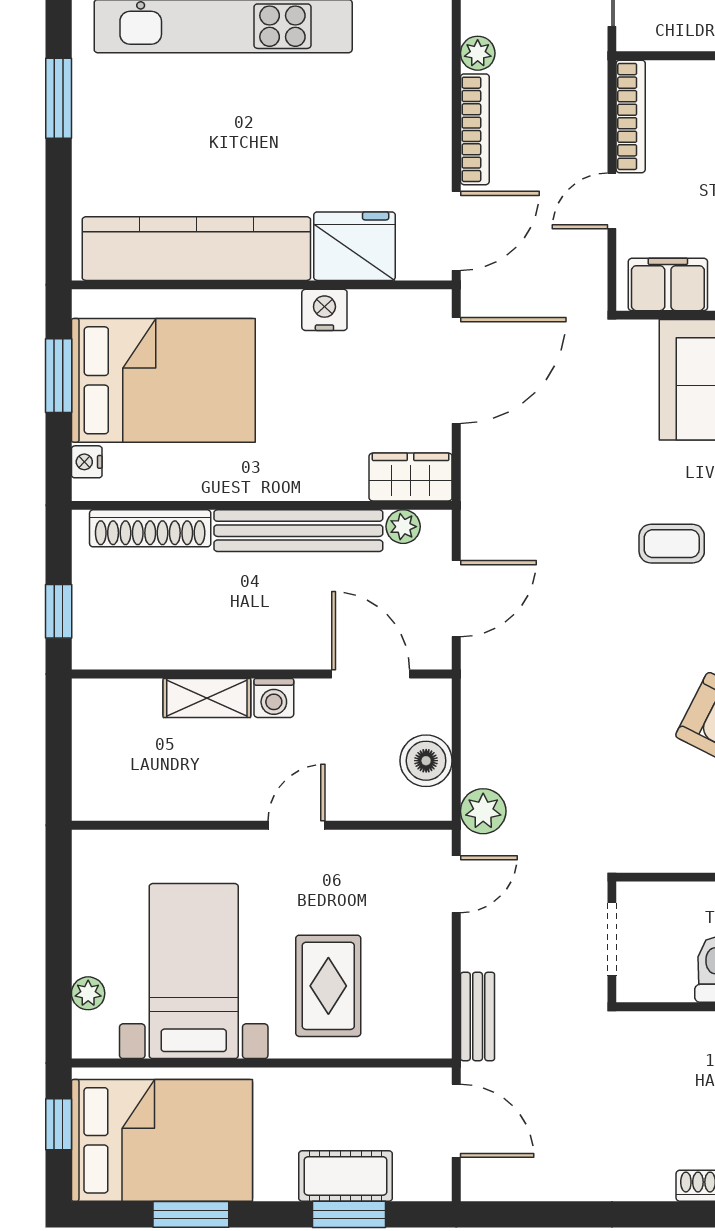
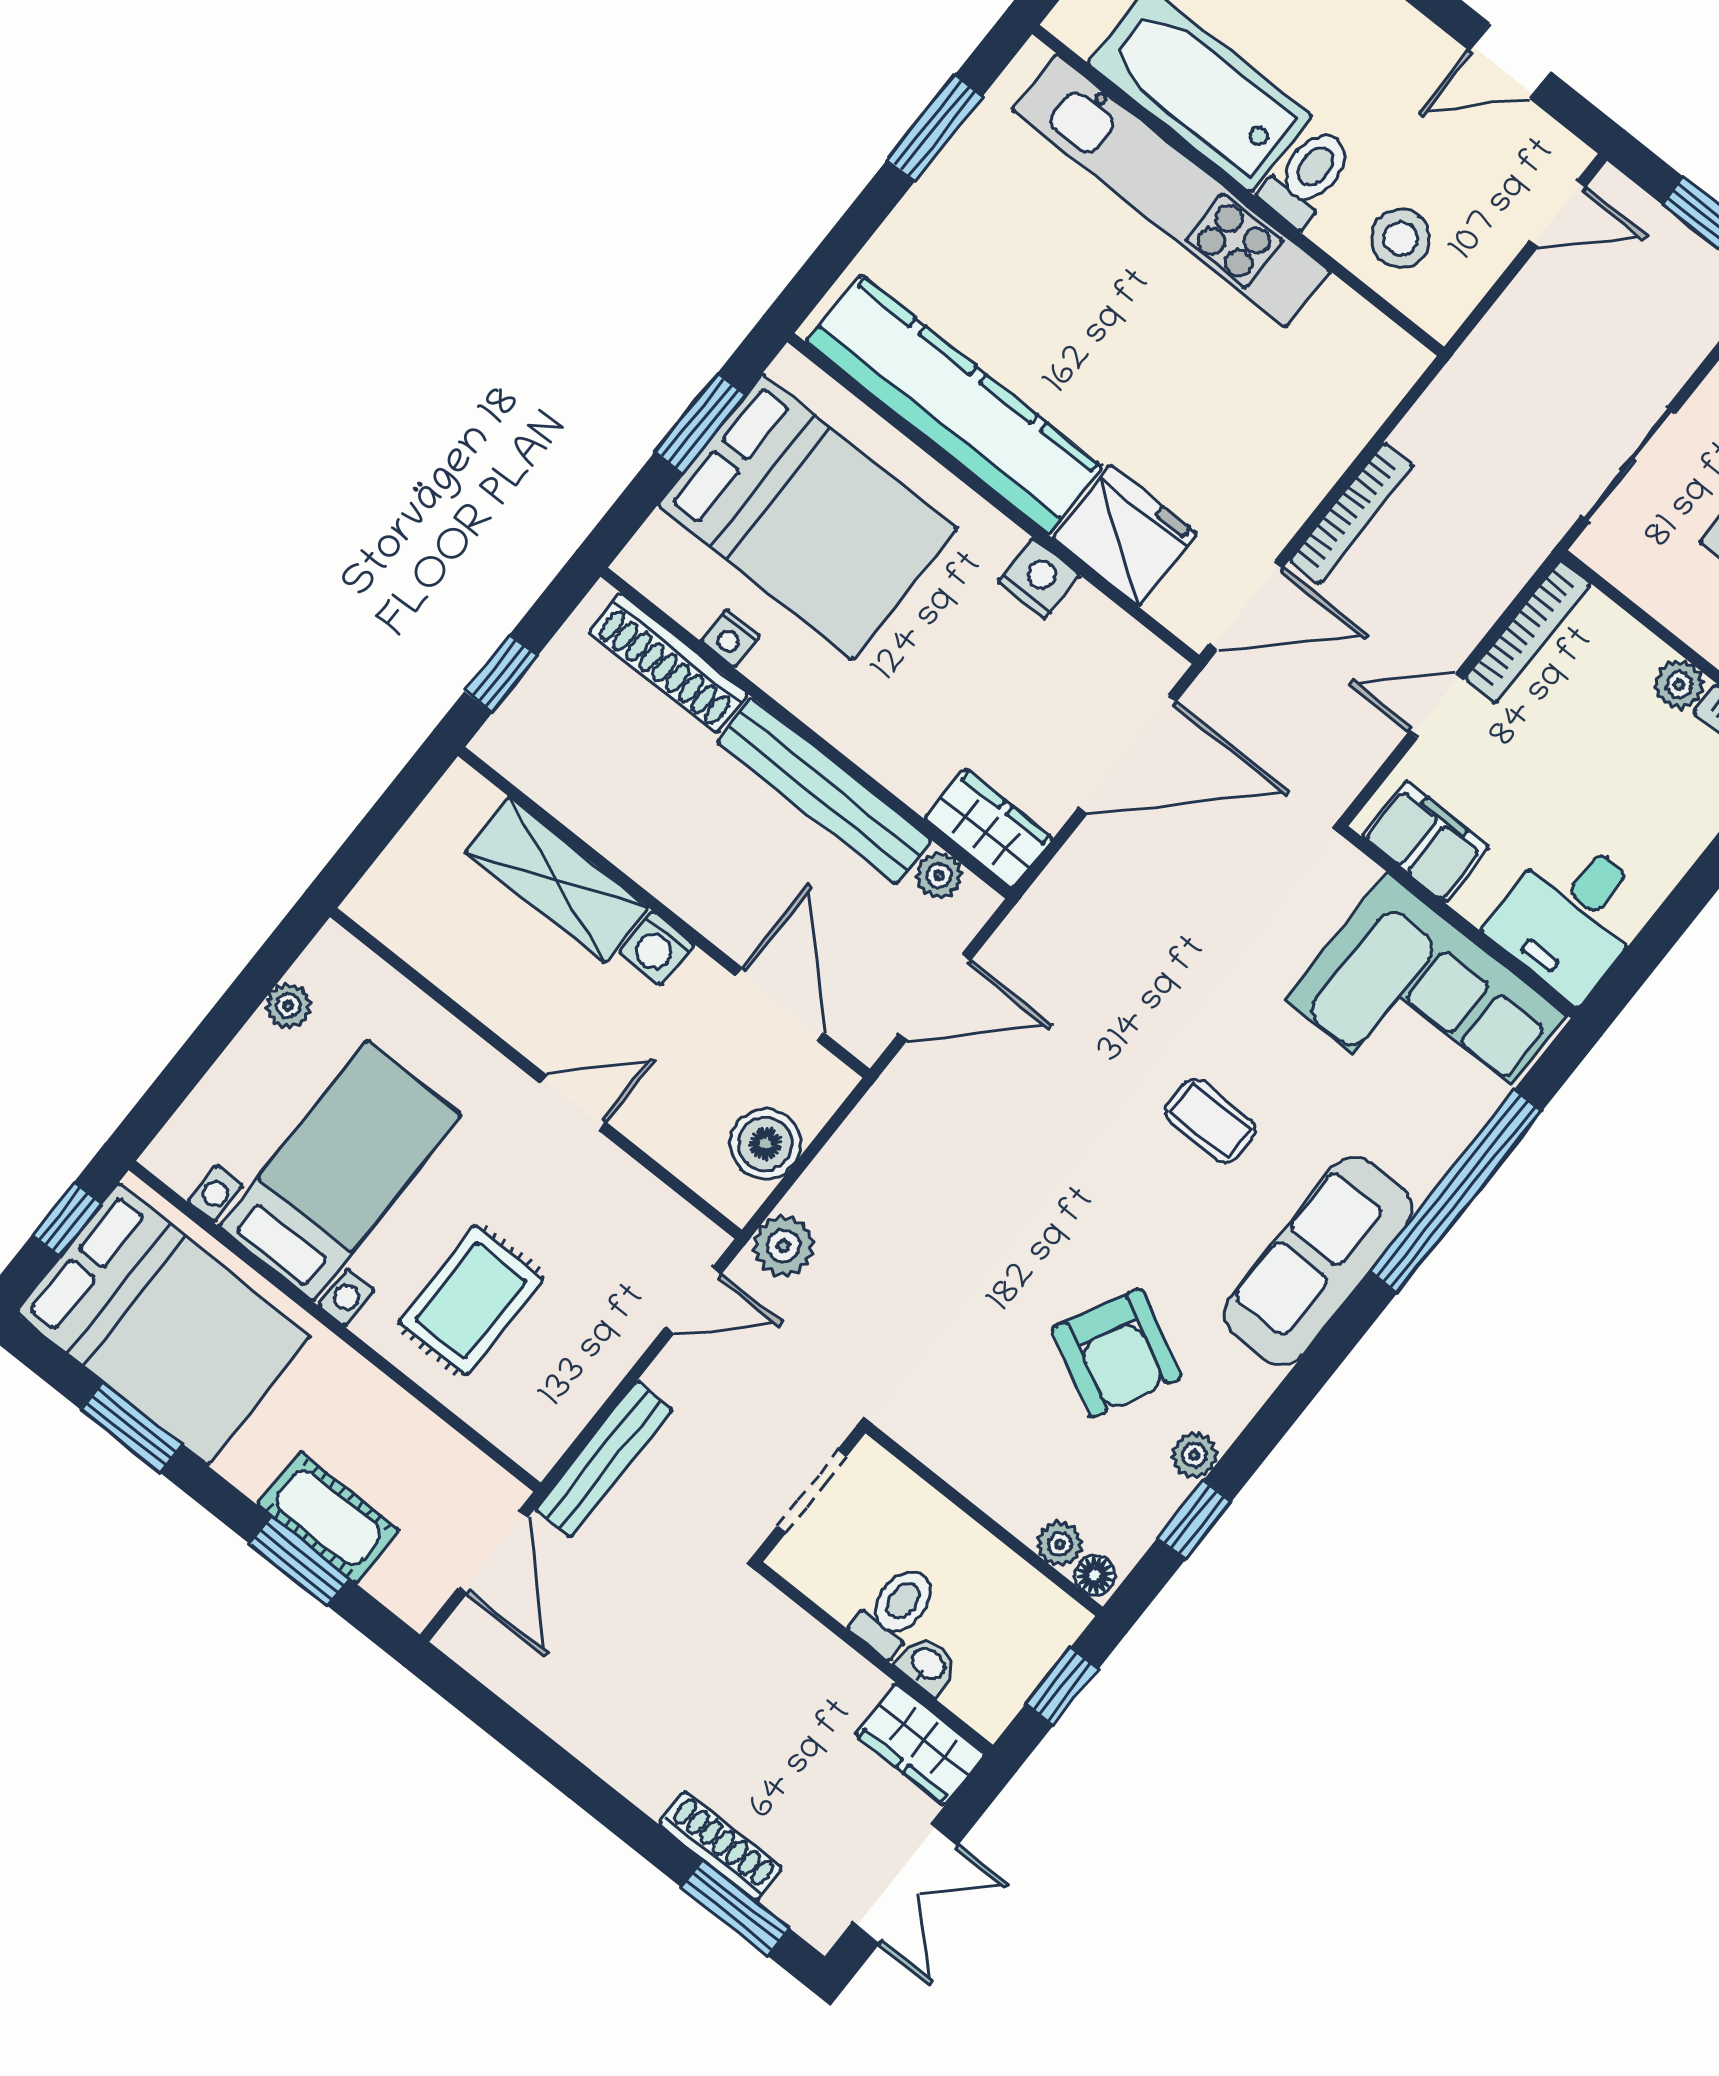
plant: (478, 53) -> (1419, 435), removed
nightstand: (87, 462) -> (730, 638), moved, turned -90
shelving: (207, 698) -> (556, 880), width x1.50, depth x1.33
plant: (88, 993) -> (288, 1005), moved
bench: (478, 1017) -> (604, 1459), width x1.36

